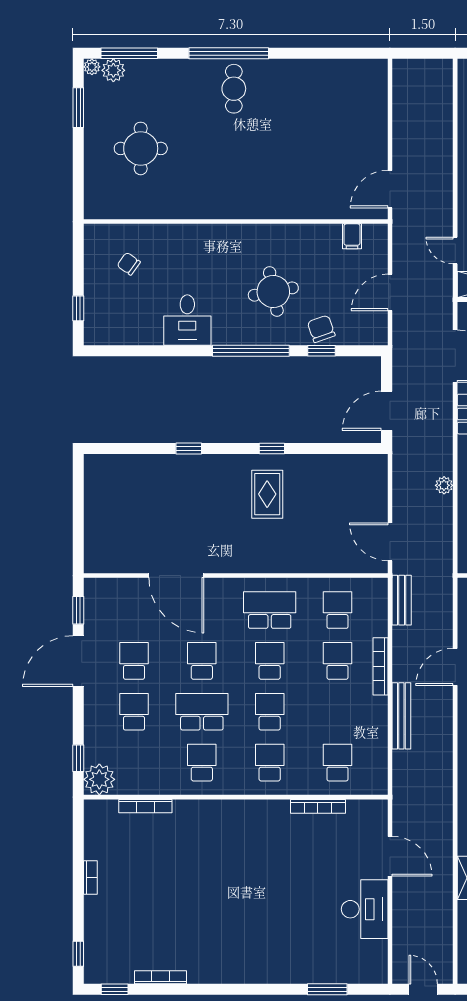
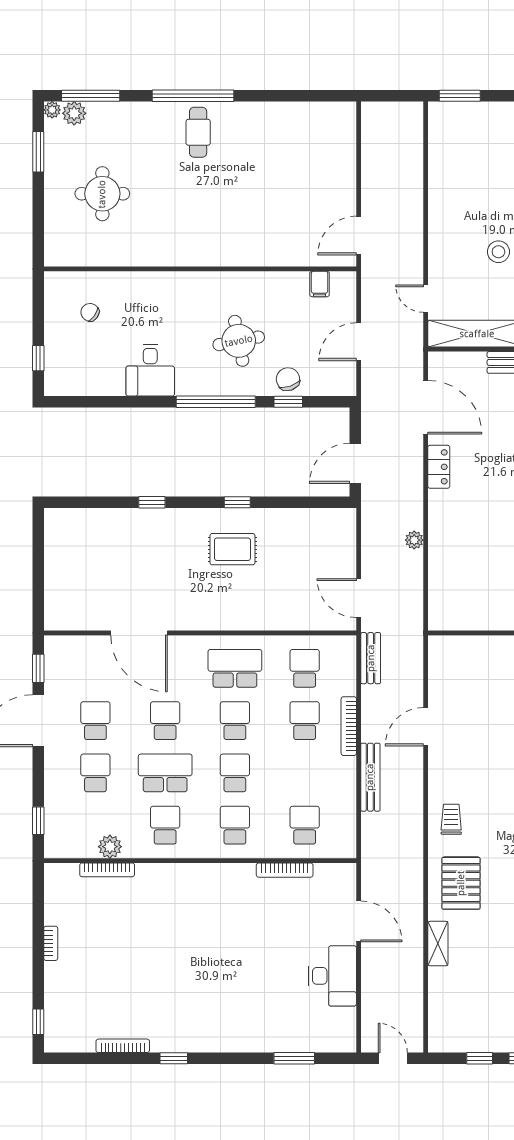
rug: (267, 494) -> (232, 549), turned 90
plant: (99, 779) -> (110, 847), moved, width x0.73, depth x0.73
window: (115, 989) -> (174, 1058), moved

